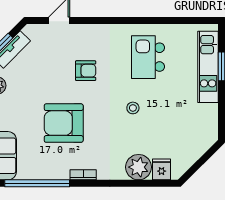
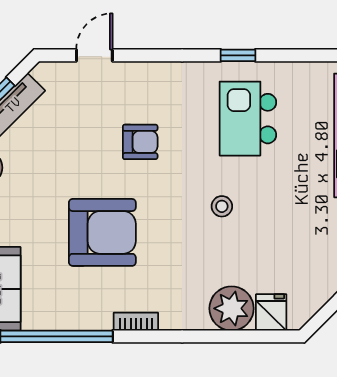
window: (142, 21) -> (238, 55), added
armchair: (64, 123) -> (102, 232), turned 180

